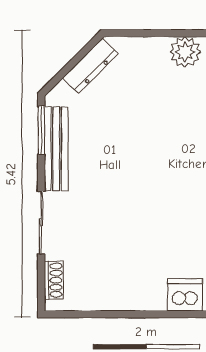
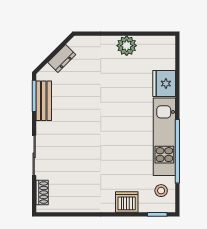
dresser: (90, 66) -> (62, 59), width x0.70
bench: (56, 149) -> (44, 101), width x0.73

